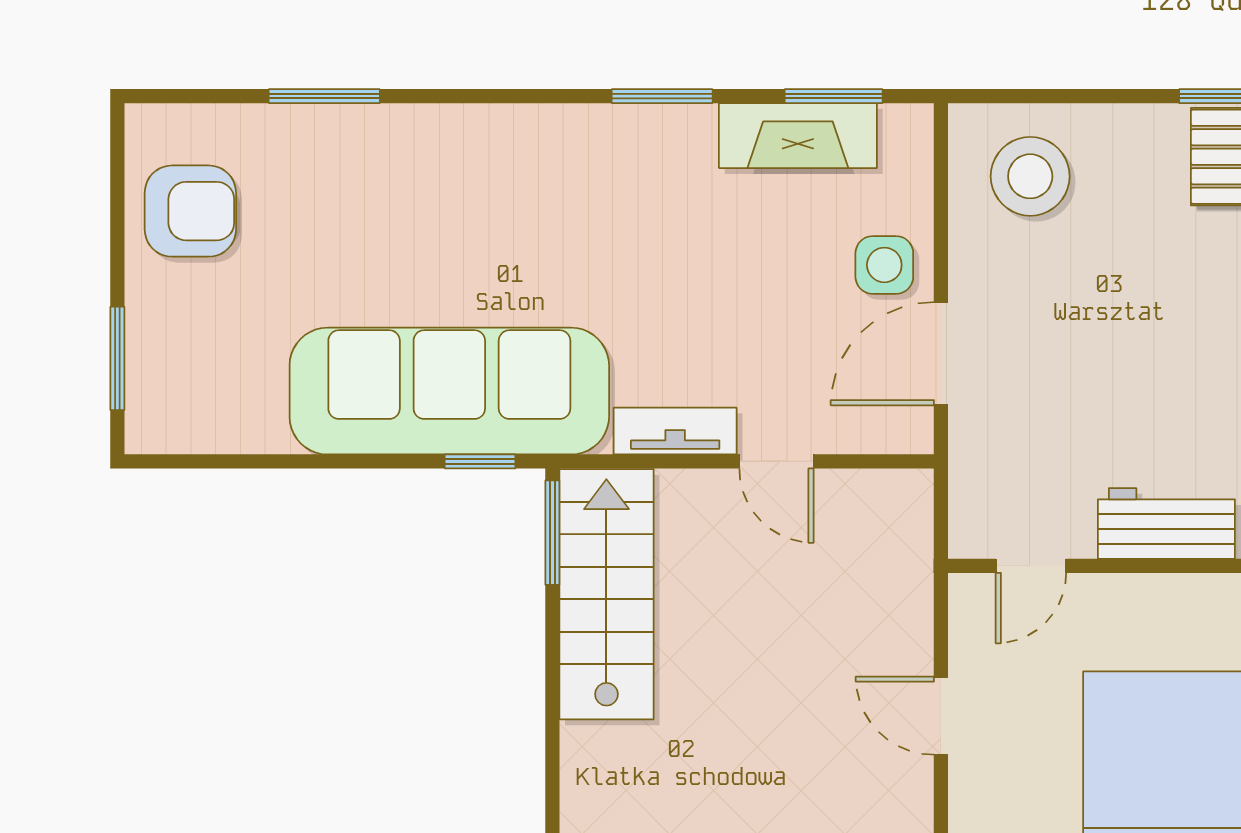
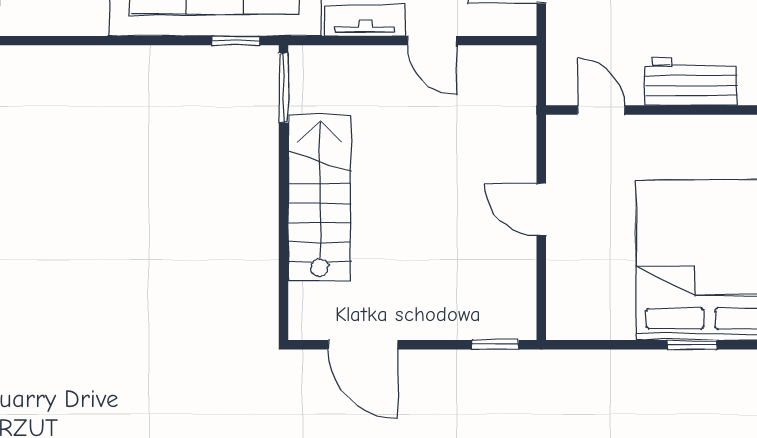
door: (1031, 566) -> (601, 110), swing flipped
stairs: (606, 594) -> (319, 198), moved

